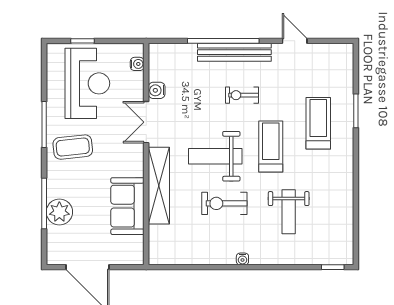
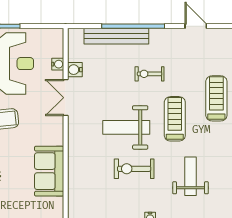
bench: (234, 52) -> (116, 36), moved
water cooler: (137, 64) -> (58, 64), moved
shelving: (159, 186) -> (77, 153), removed
weight bench: (289, 212) -> (190, 176), turned 180

